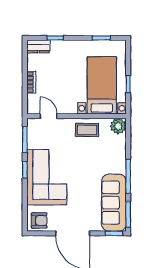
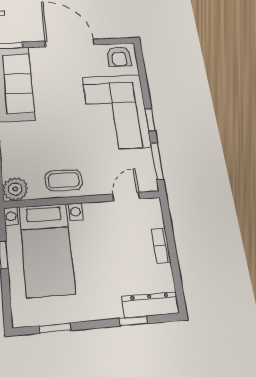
dresser: (38, 47) -> (150, 305), width x1.44
door: (49, 116) -> (126, 197), swing flipped
armchair: (39, 221) -> (119, 57), turned -90

